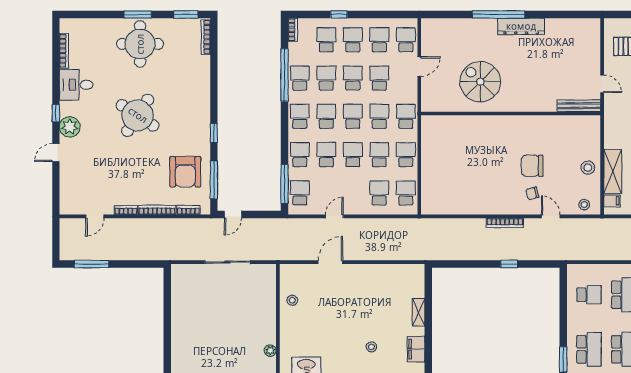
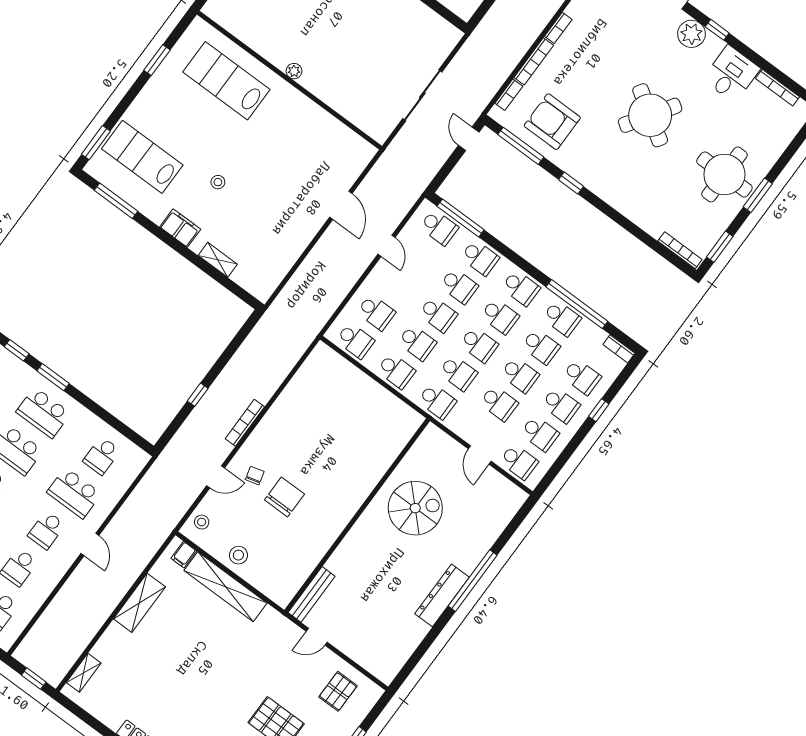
shelving: (613, 172) -> (226, 587), width x1.47
stool: (292, 300) -> (330, 135), removed

